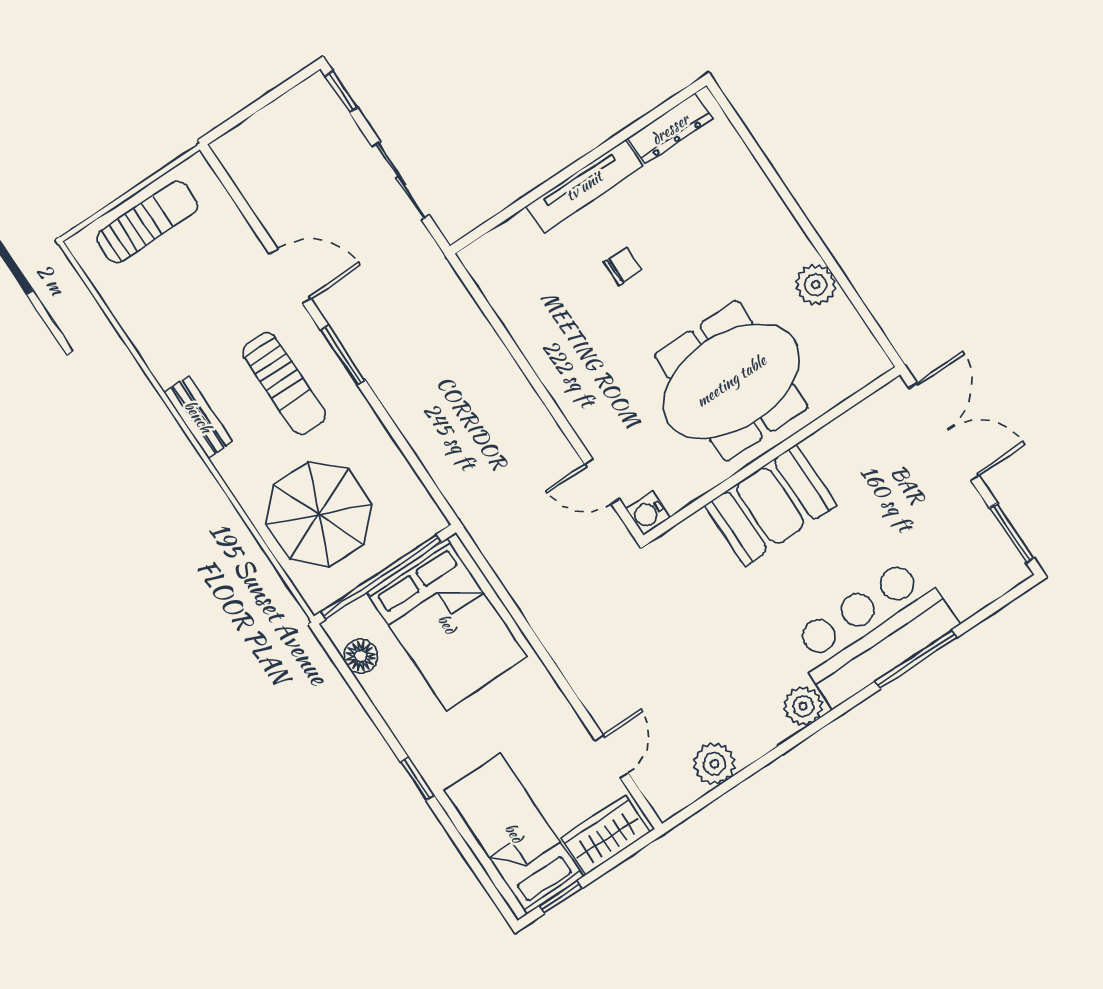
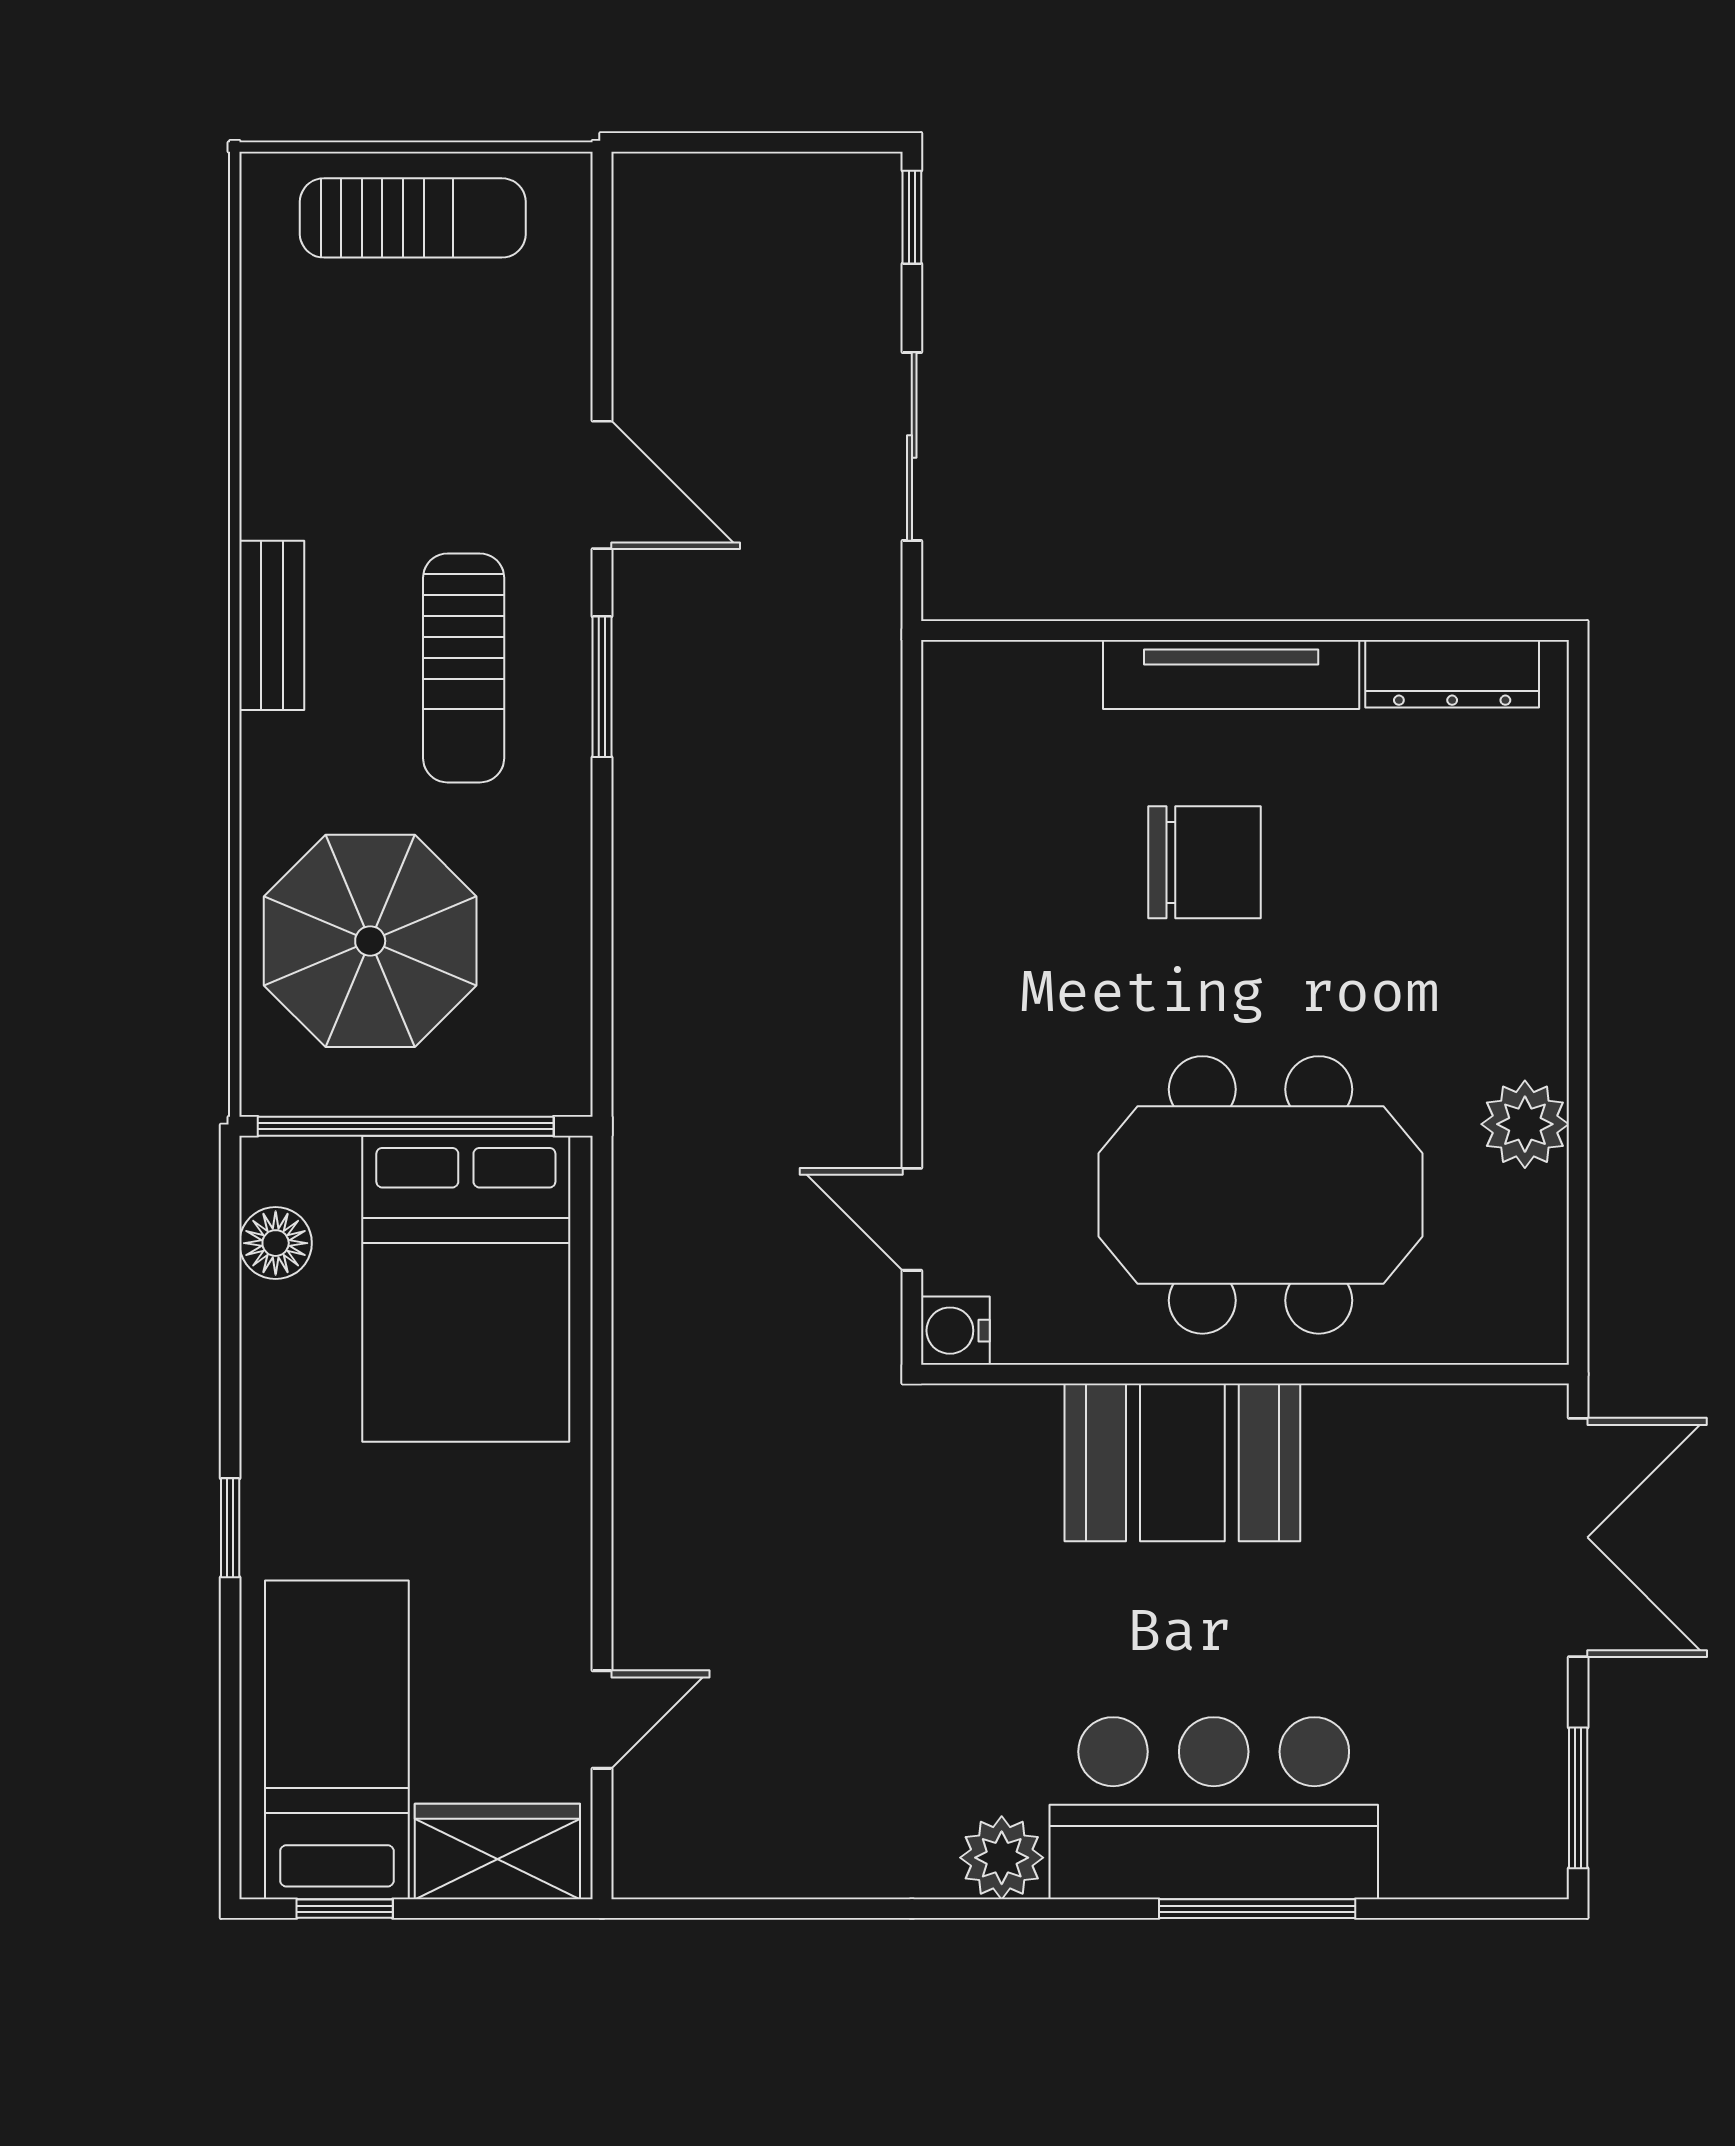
chair: (623, 266) -> (1205, 862), width x1.87, depth x1.87
plant: (714, 764) -> (776, 1854), removed

